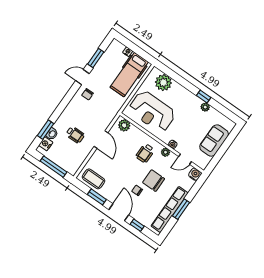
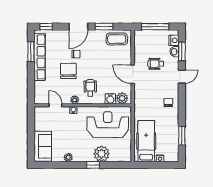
door: (82, 77) -> (182, 77), moved
plant: (163, 83) -> (102, 154), moved
window: (204, 97) -> (93, 165), moved
sofa: (214, 140) -> (43, 146), moved
door: (185, 159) -> (55, 105), hinge flipped
water cooler: (195, 174) -> (110, 99), moved
chair: (154, 181) -> (68, 71), turned -90
window: (181, 209) -> (31, 52), moved
door: (119, 212) -> (78, 27), hinge flipped
window: (137, 225) -> (46, 27), moved

